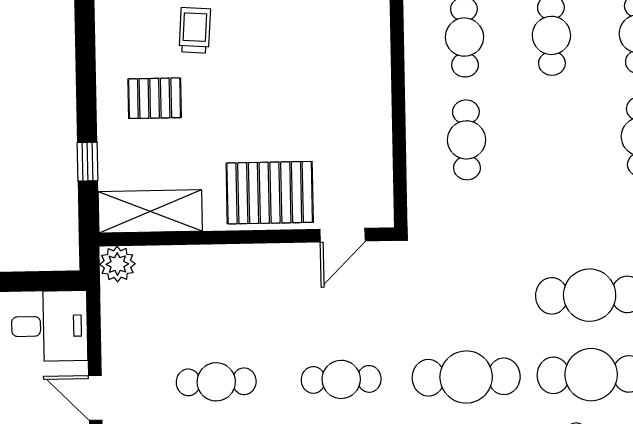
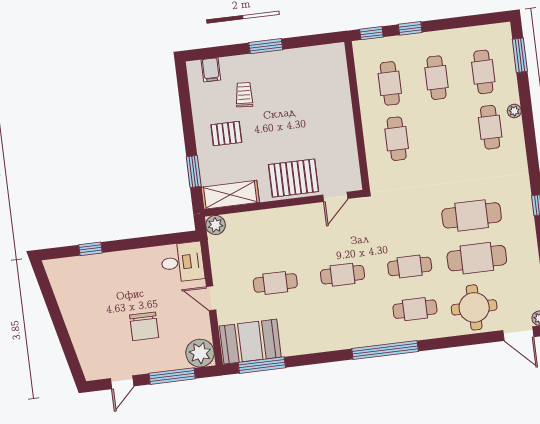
window: (87, 162) -> (194, 171), width x1.50
cafe table: (466, 377) -> (410, 266), width x0.73, depth x0.74

